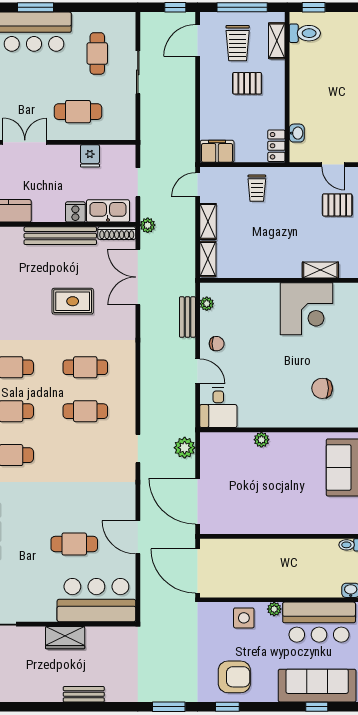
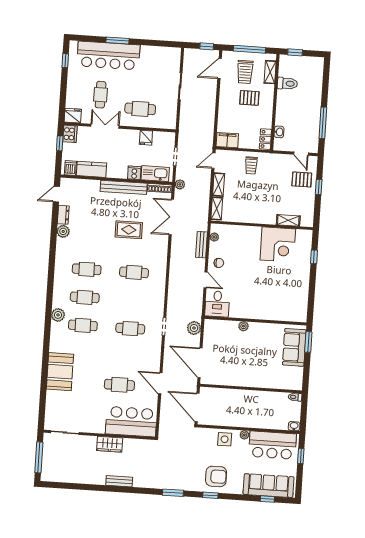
toilet: (305, 33) -> (287, 83), moved
cafe table: (97, 53) -> (101, 95), moved
chair: (322, 388) -> (284, 296), removed
cafe table: (85, 411) -> (130, 329), moved

